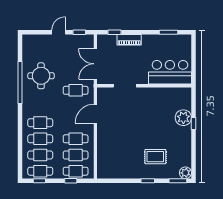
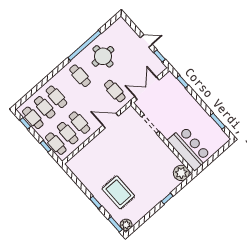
piano: (129, 40) -> (187, 97), removed
plant: (183, 118) -> (181, 173), moved
cafe table: (40, 123) -> (80, 76), moved
rug: (155, 157) -> (118, 192), width x1.36, depth x1.43

